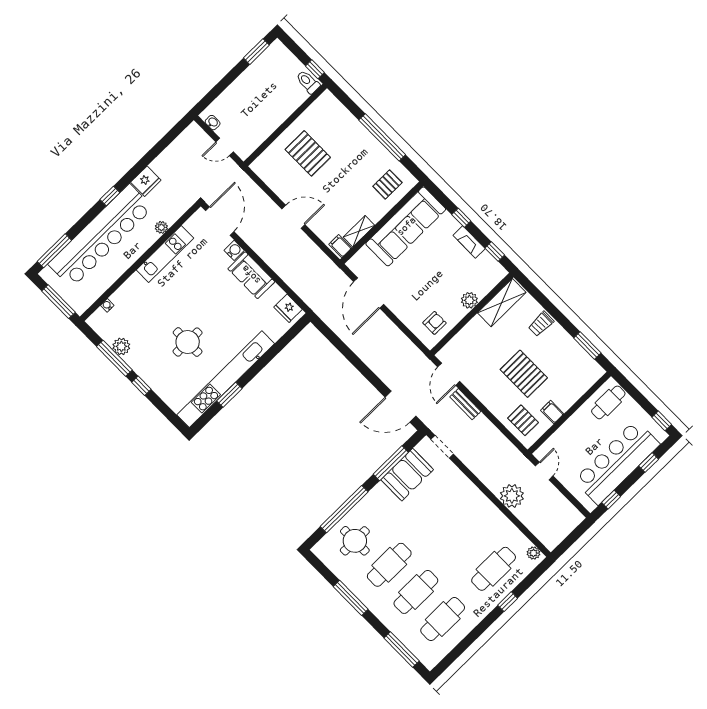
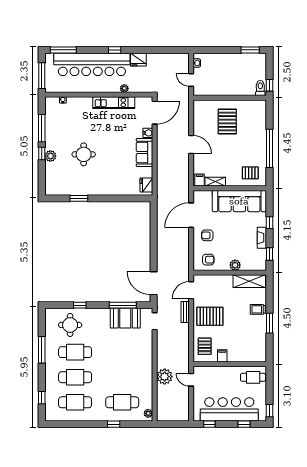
armchair: (408, 298) -> (207, 235), added
plant: (121, 346) -> (50, 156), moved
window: (587, 346) -> (269, 323), moved
pallet: (524, 374) -> (210, 316), moved, turned 90
kitchen unit: (226, 379) -> (84, 189), removed
door: (544, 471) -> (191, 380), swing flipped
window: (344, 509) -> (80, 305), width x0.32
window: (402, 650) -> (42, 398), width x0.46

